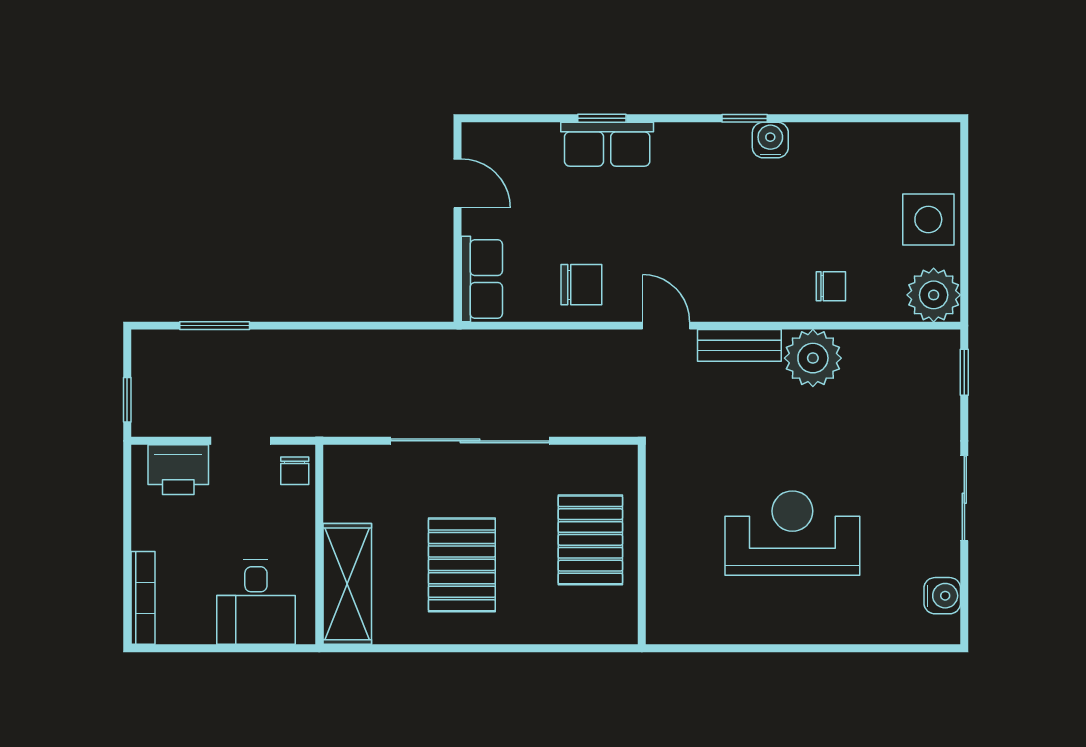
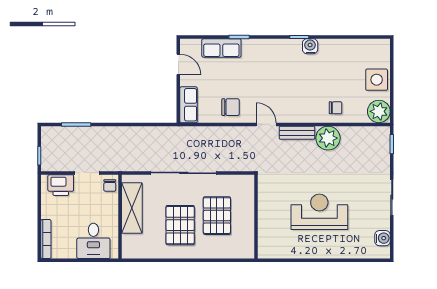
row of seats: (607, 144) -> (221, 48), moved
pallet: (590, 540) -> (217, 216), moved
shelving: (347, 584) -> (132, 208), moved

